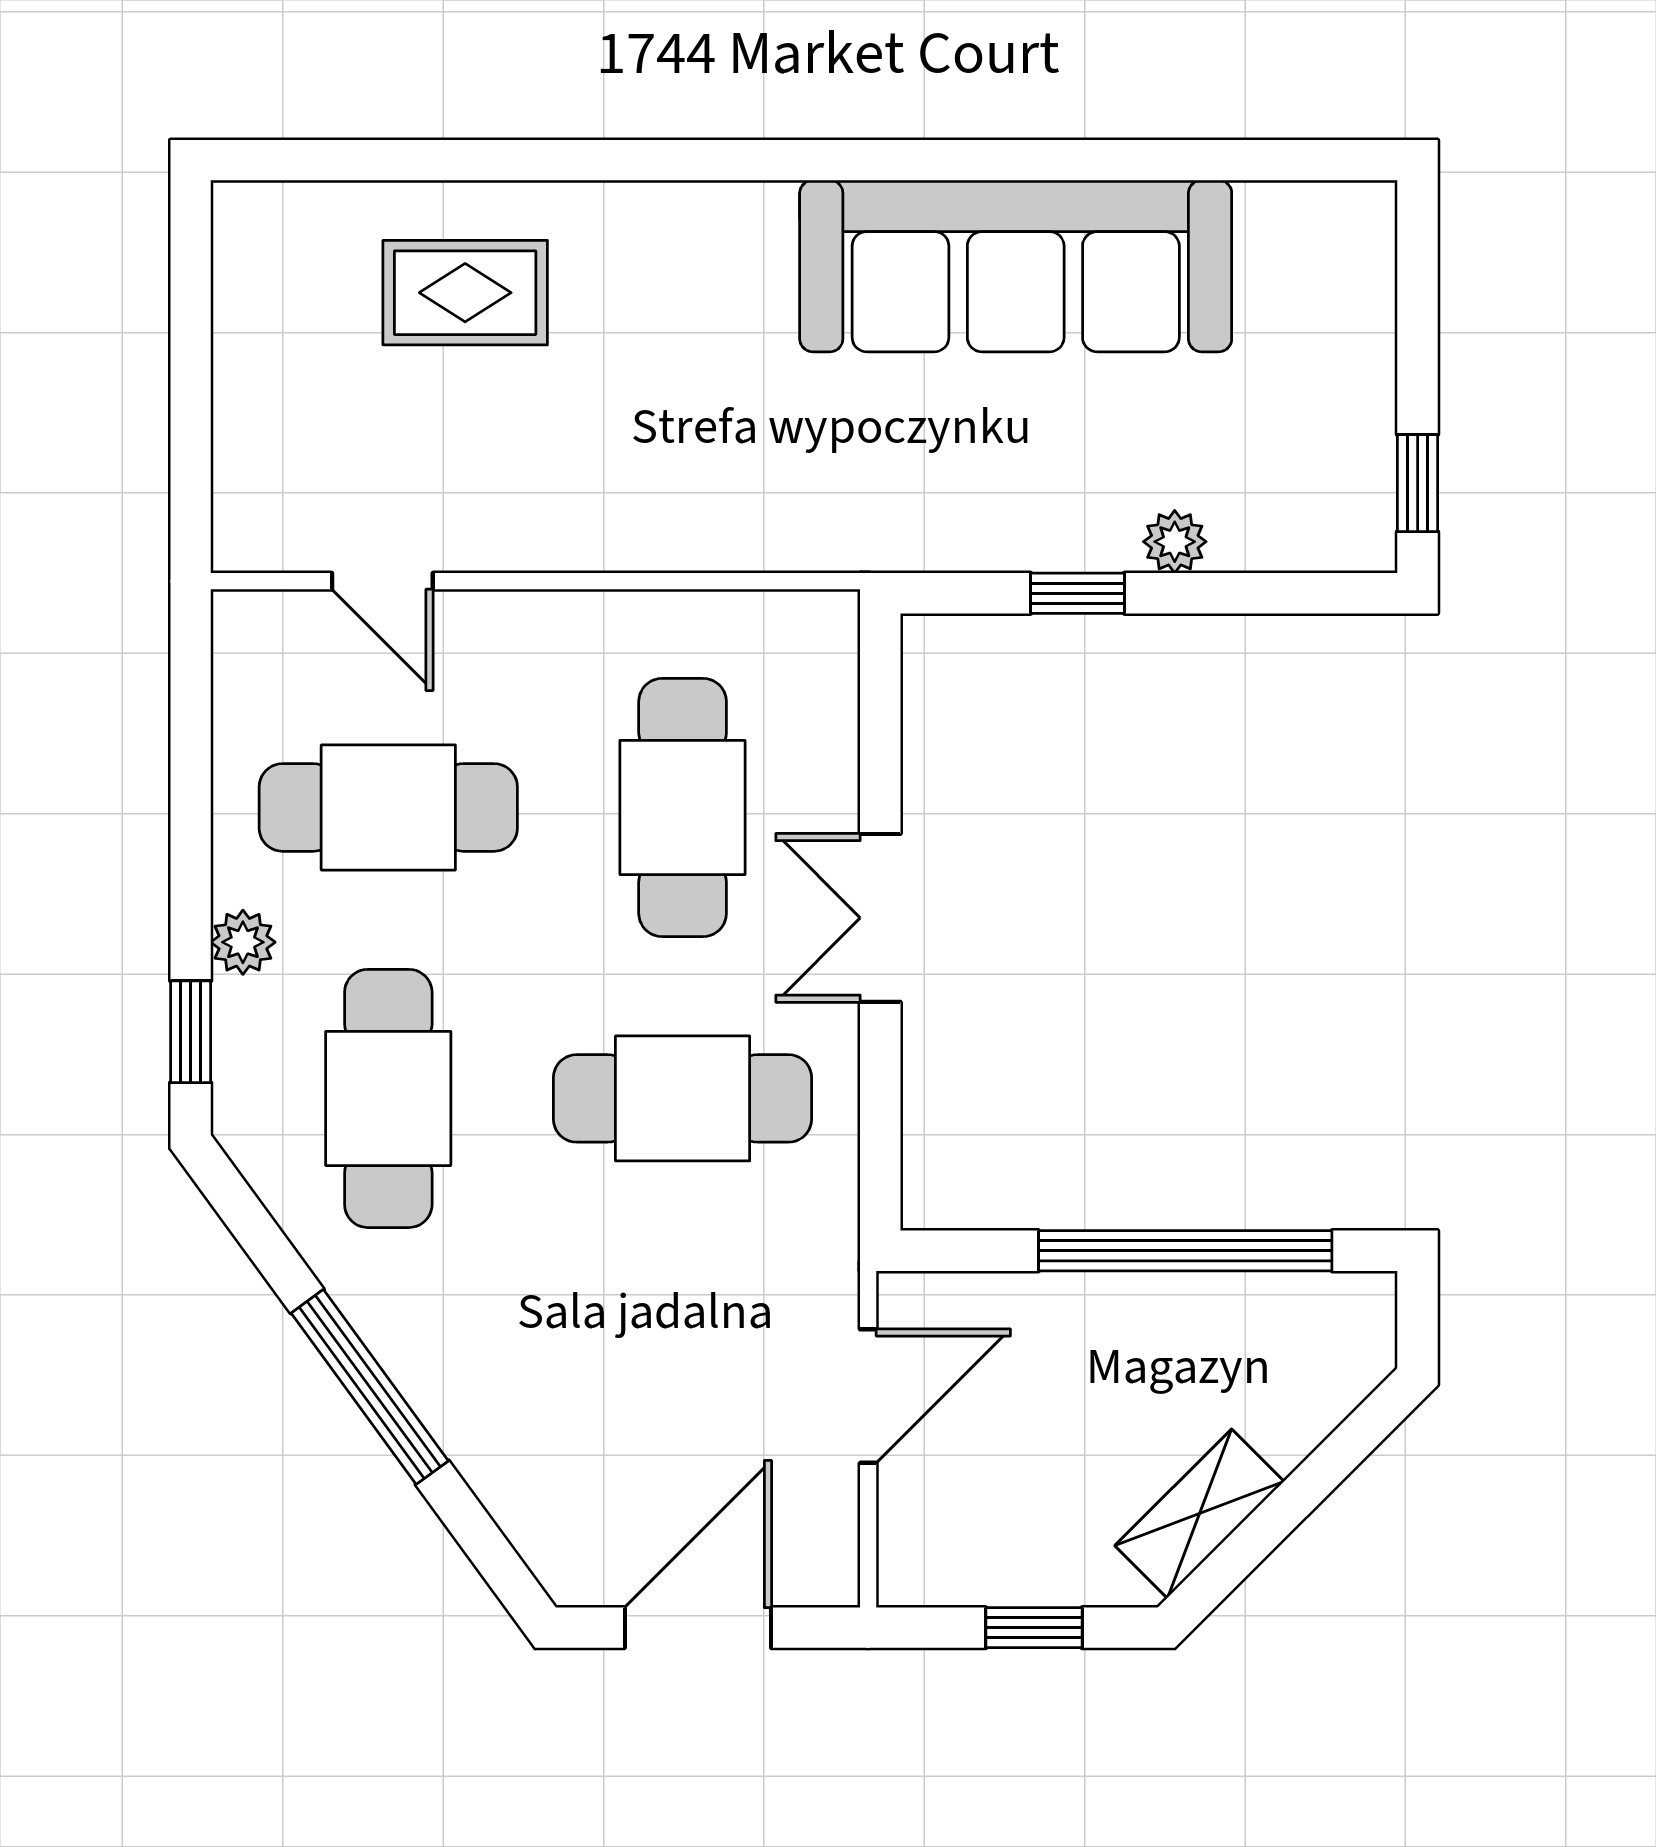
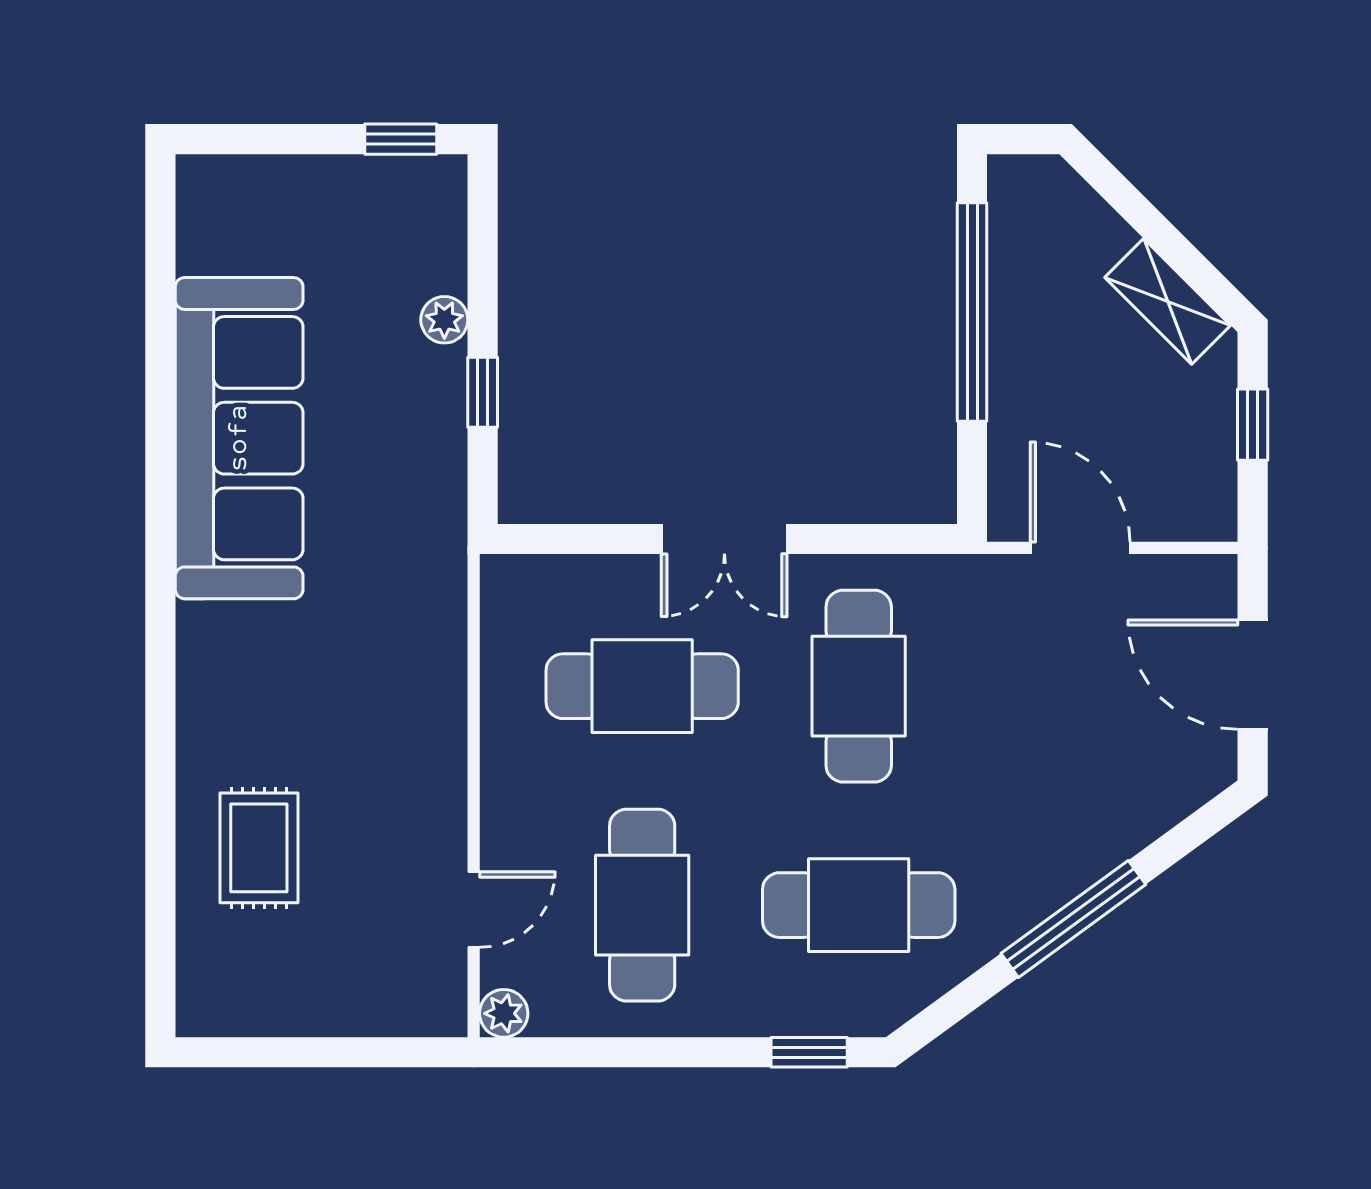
plant: (243, 942) -> (504, 1013), moved

